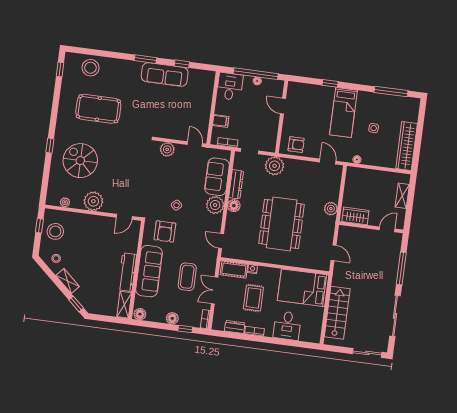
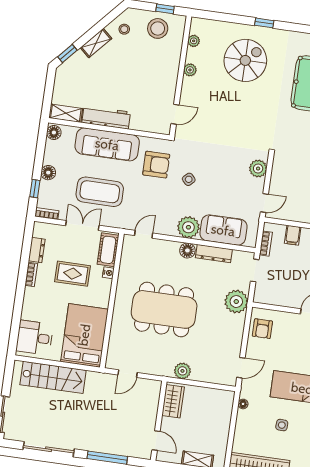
plant: (93, 201) -> (190, 70), width x0.53, depth x0.53
door: (124, 217) -> (175, 114), swing flipped
armchair: (165, 231) -> (156, 165), turned 180
coffee table: (187, 277) -> (100, 192), width x1.36, depth x1.32
desk: (287, 326) -> (35, 338), moved

